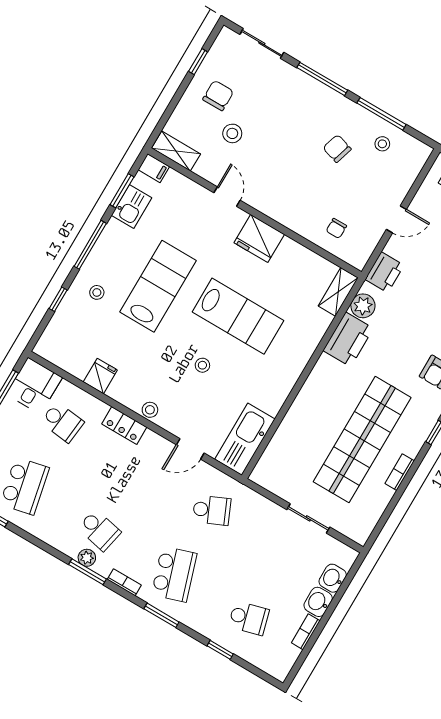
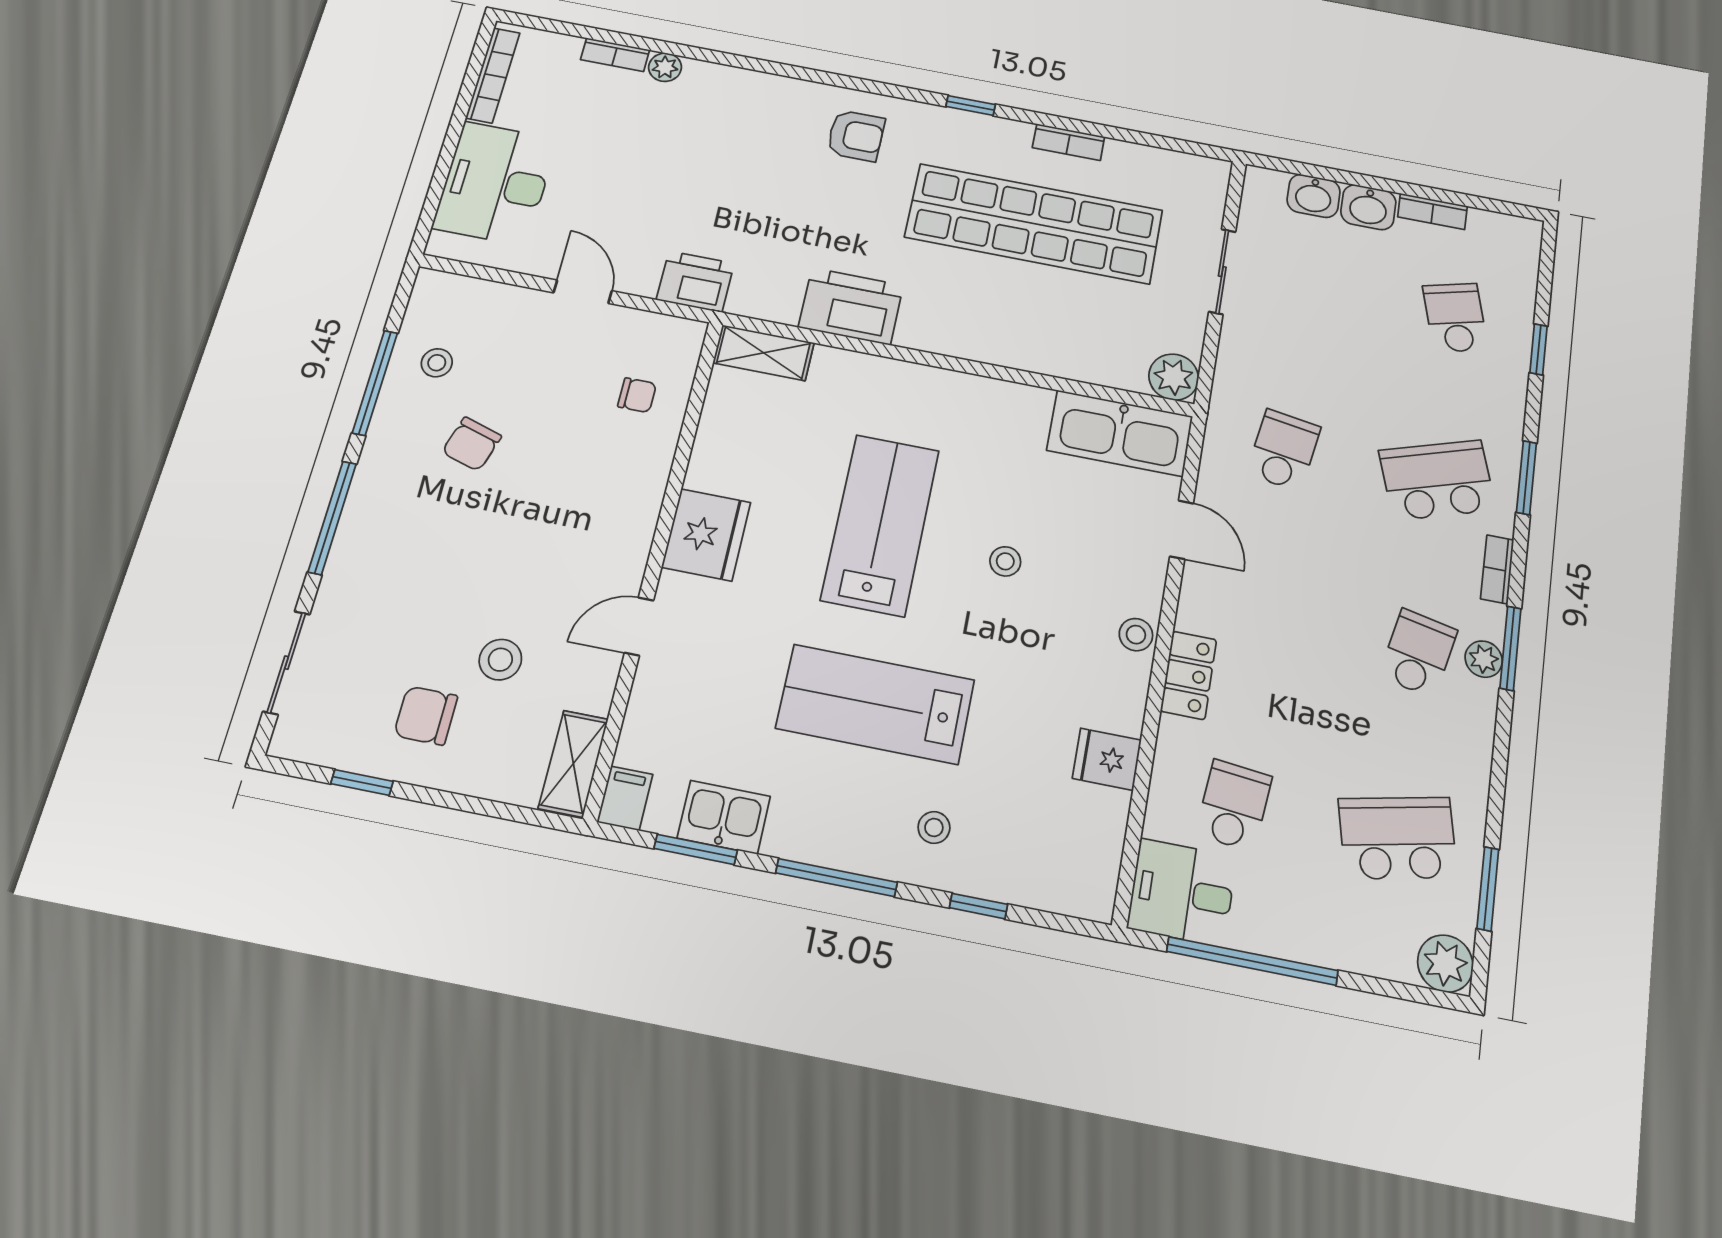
plant: (363, 306) -> (1174, 377), moved
school desk: (212, 510) -> (1284, 450), turned 33

